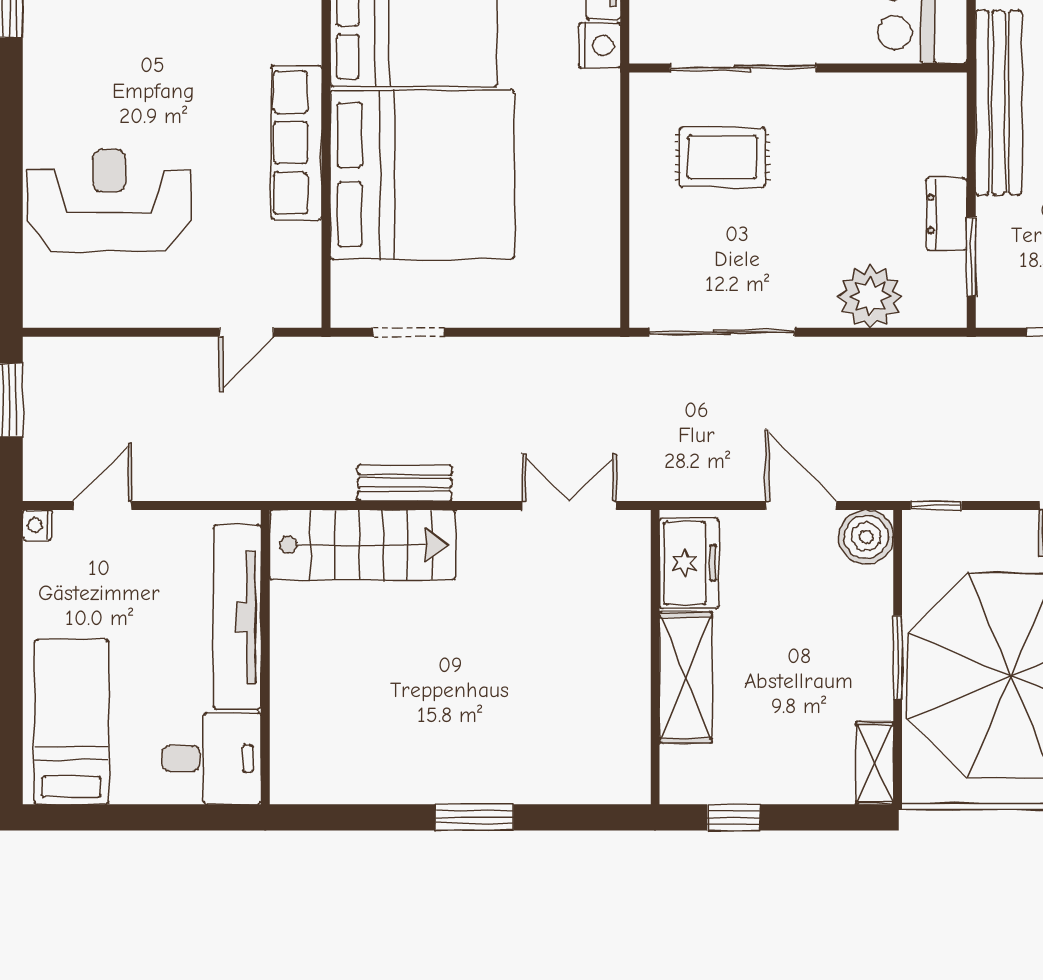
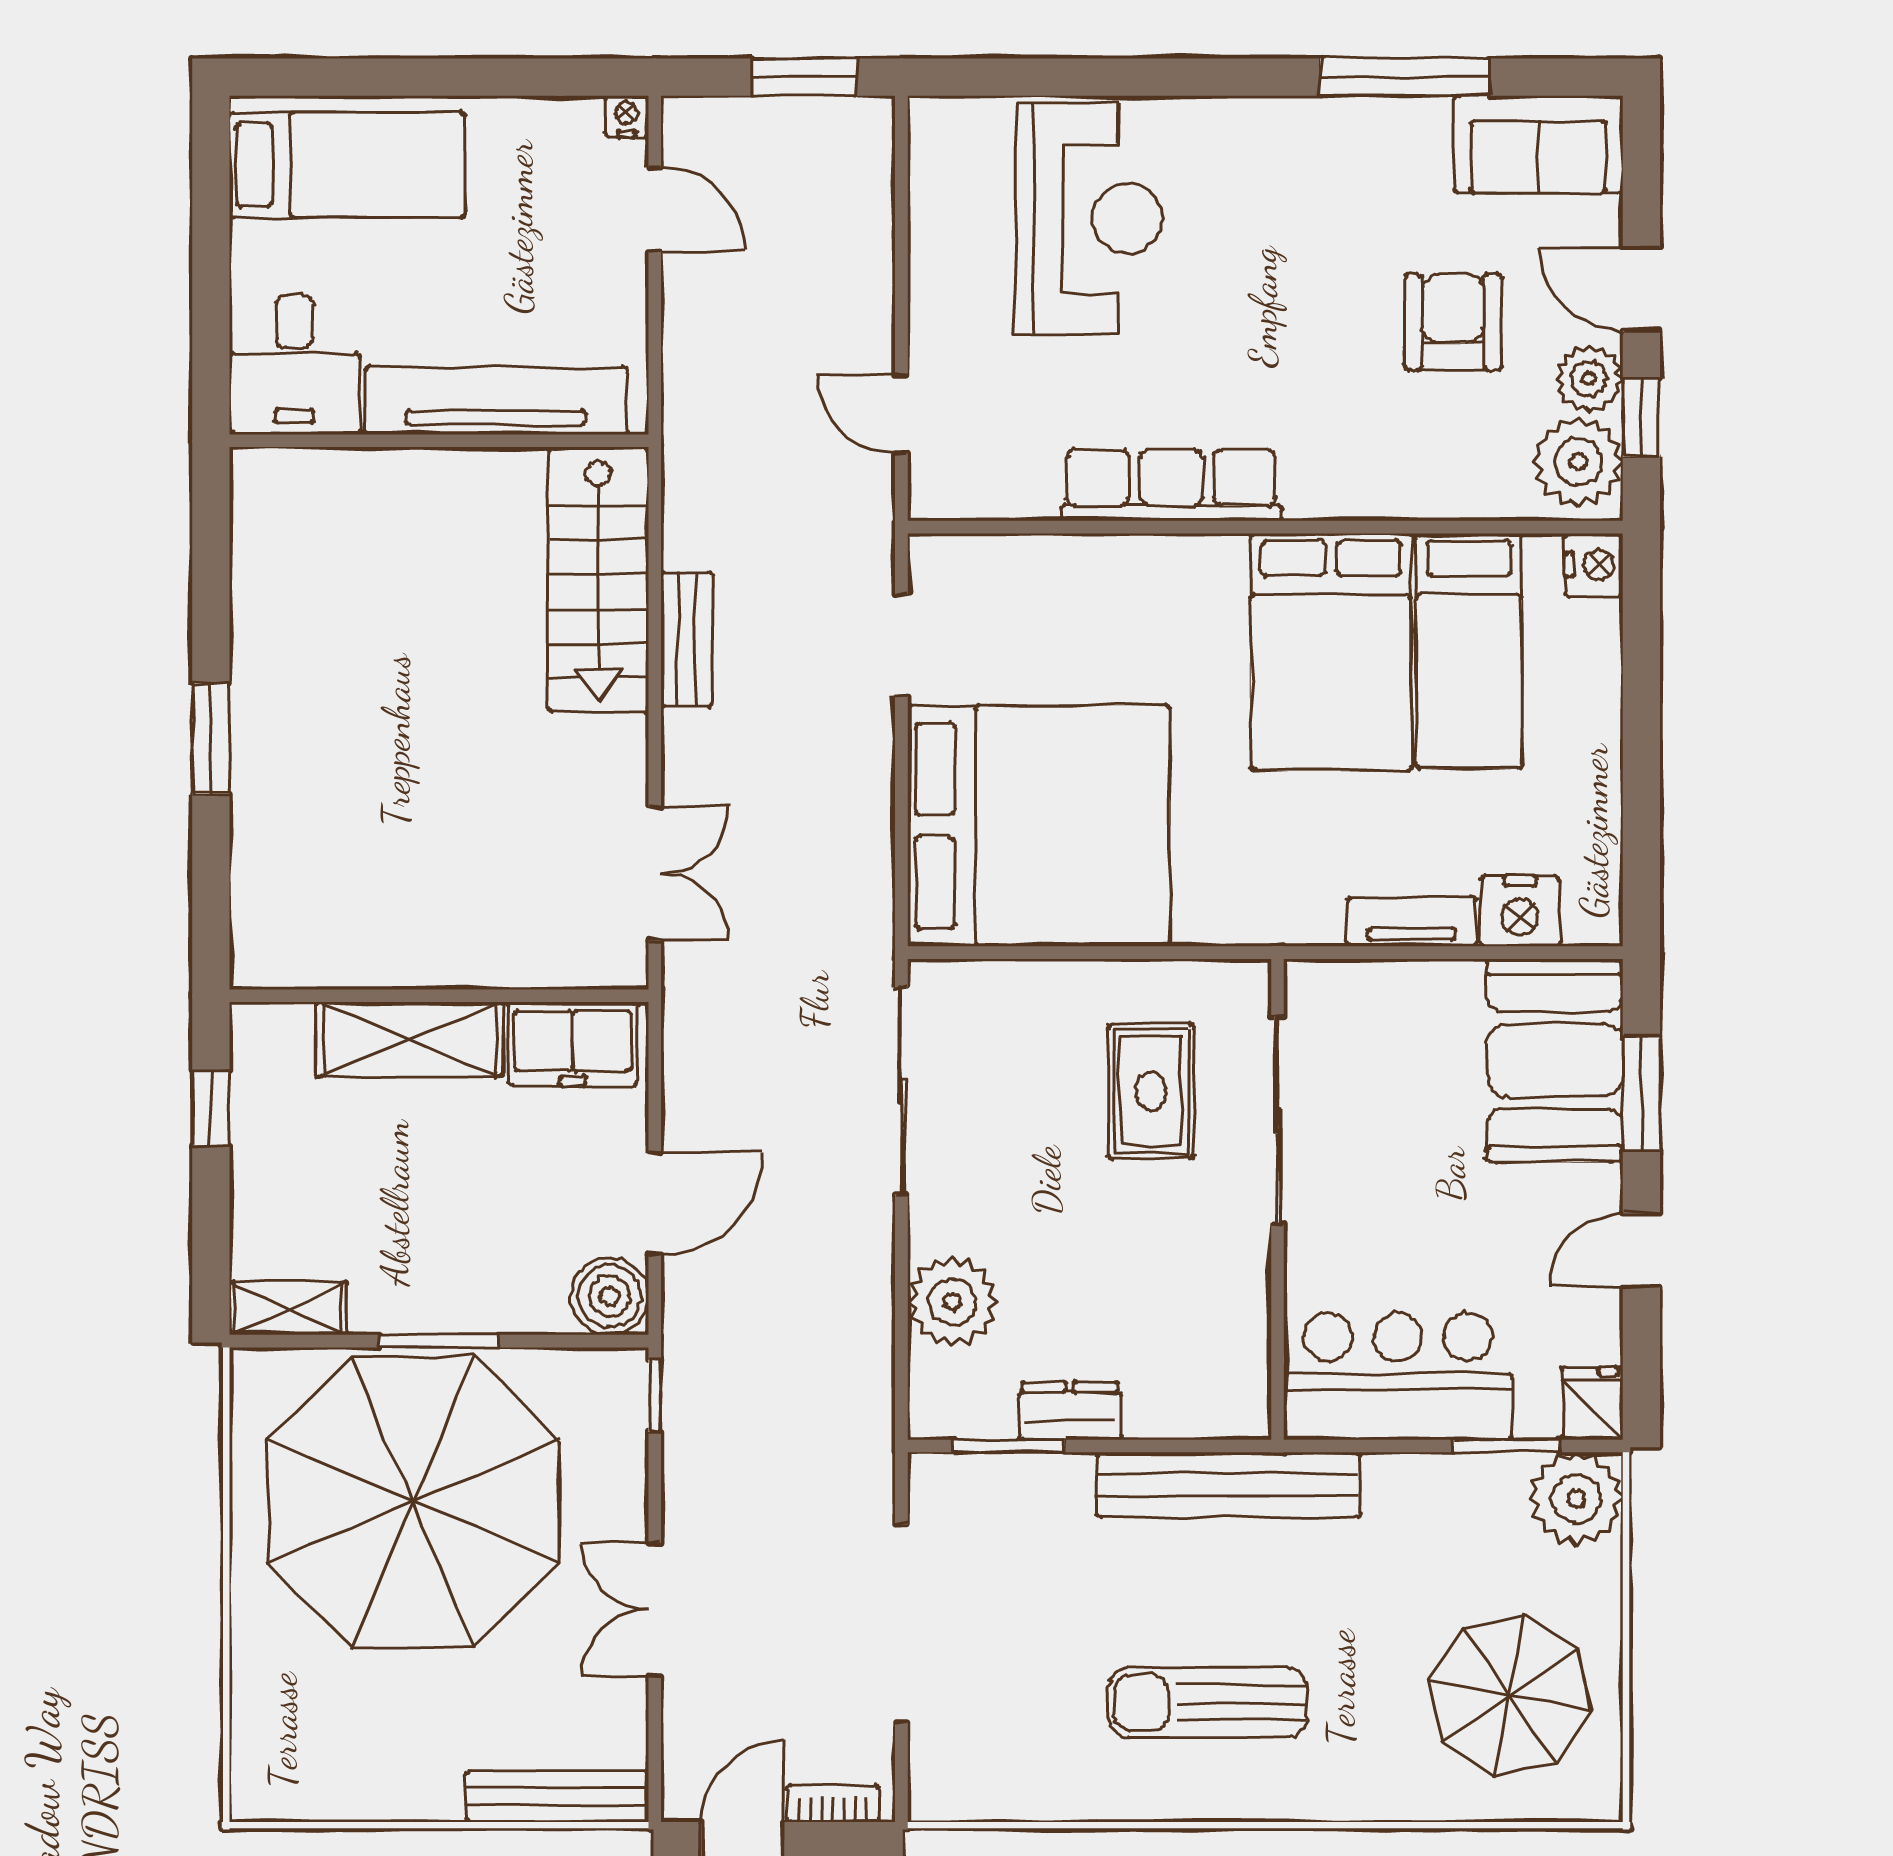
nightstand: (600, 45) -> (1310, 917), removed
bed: (422, 175) -> (1039, 826), moved, turned -90

